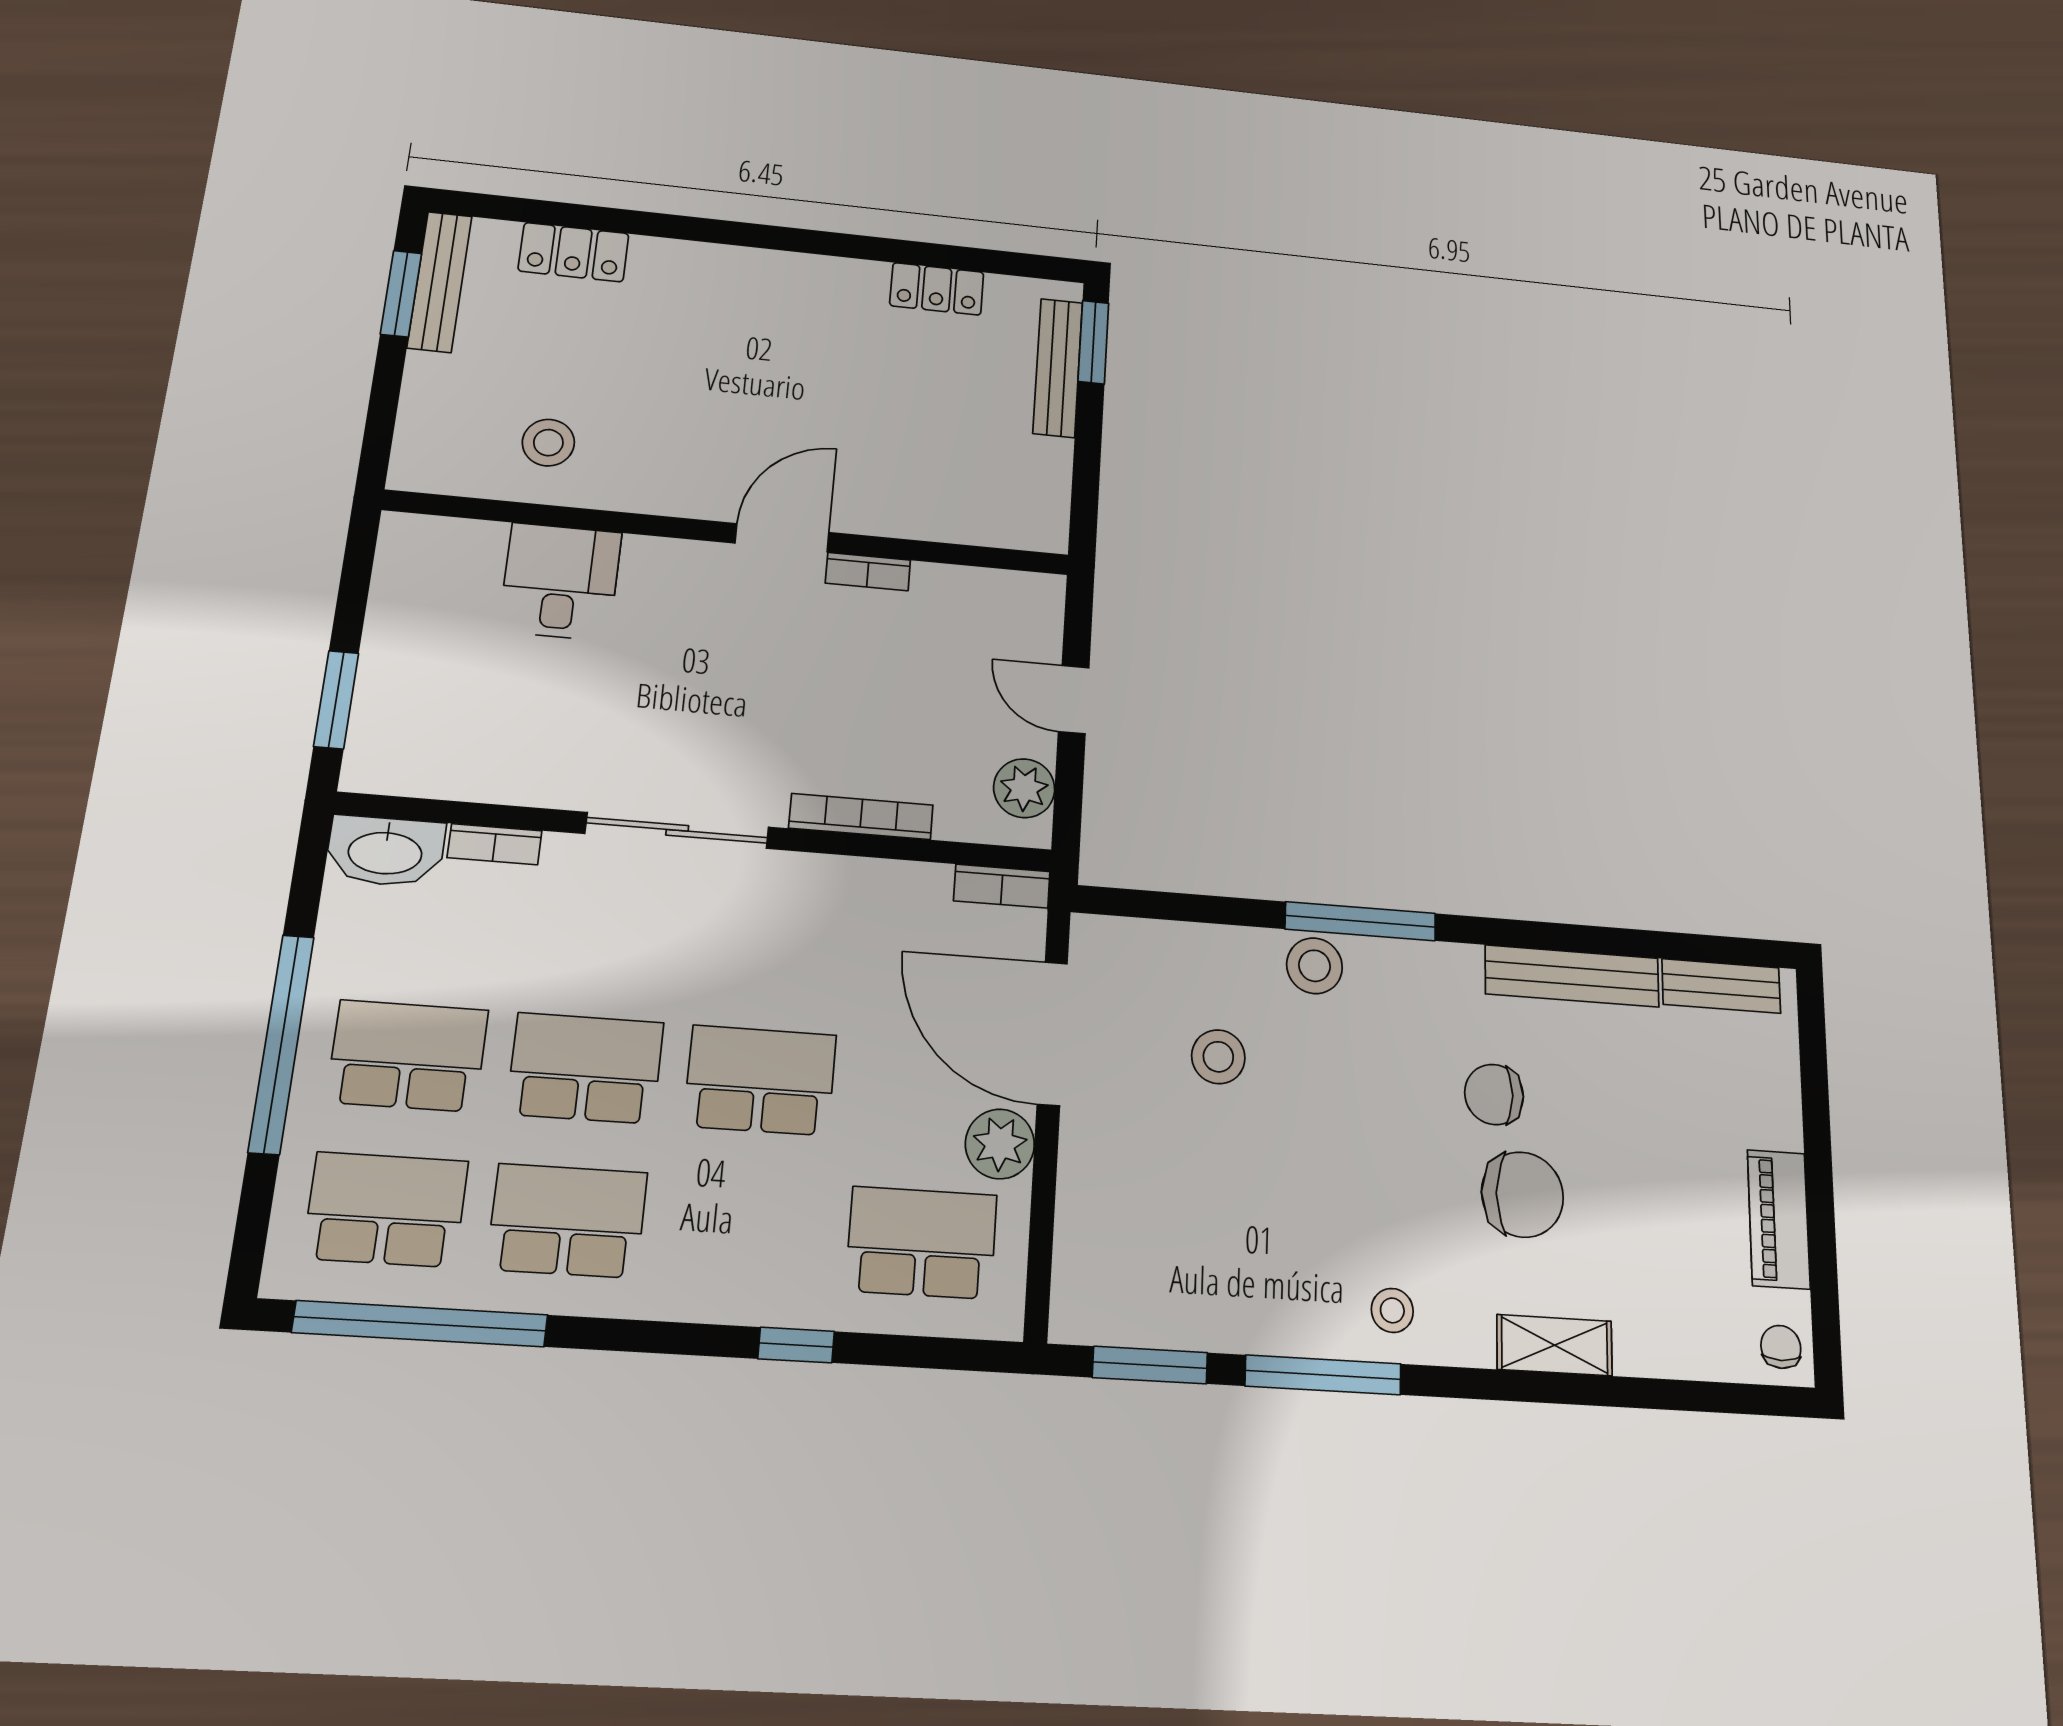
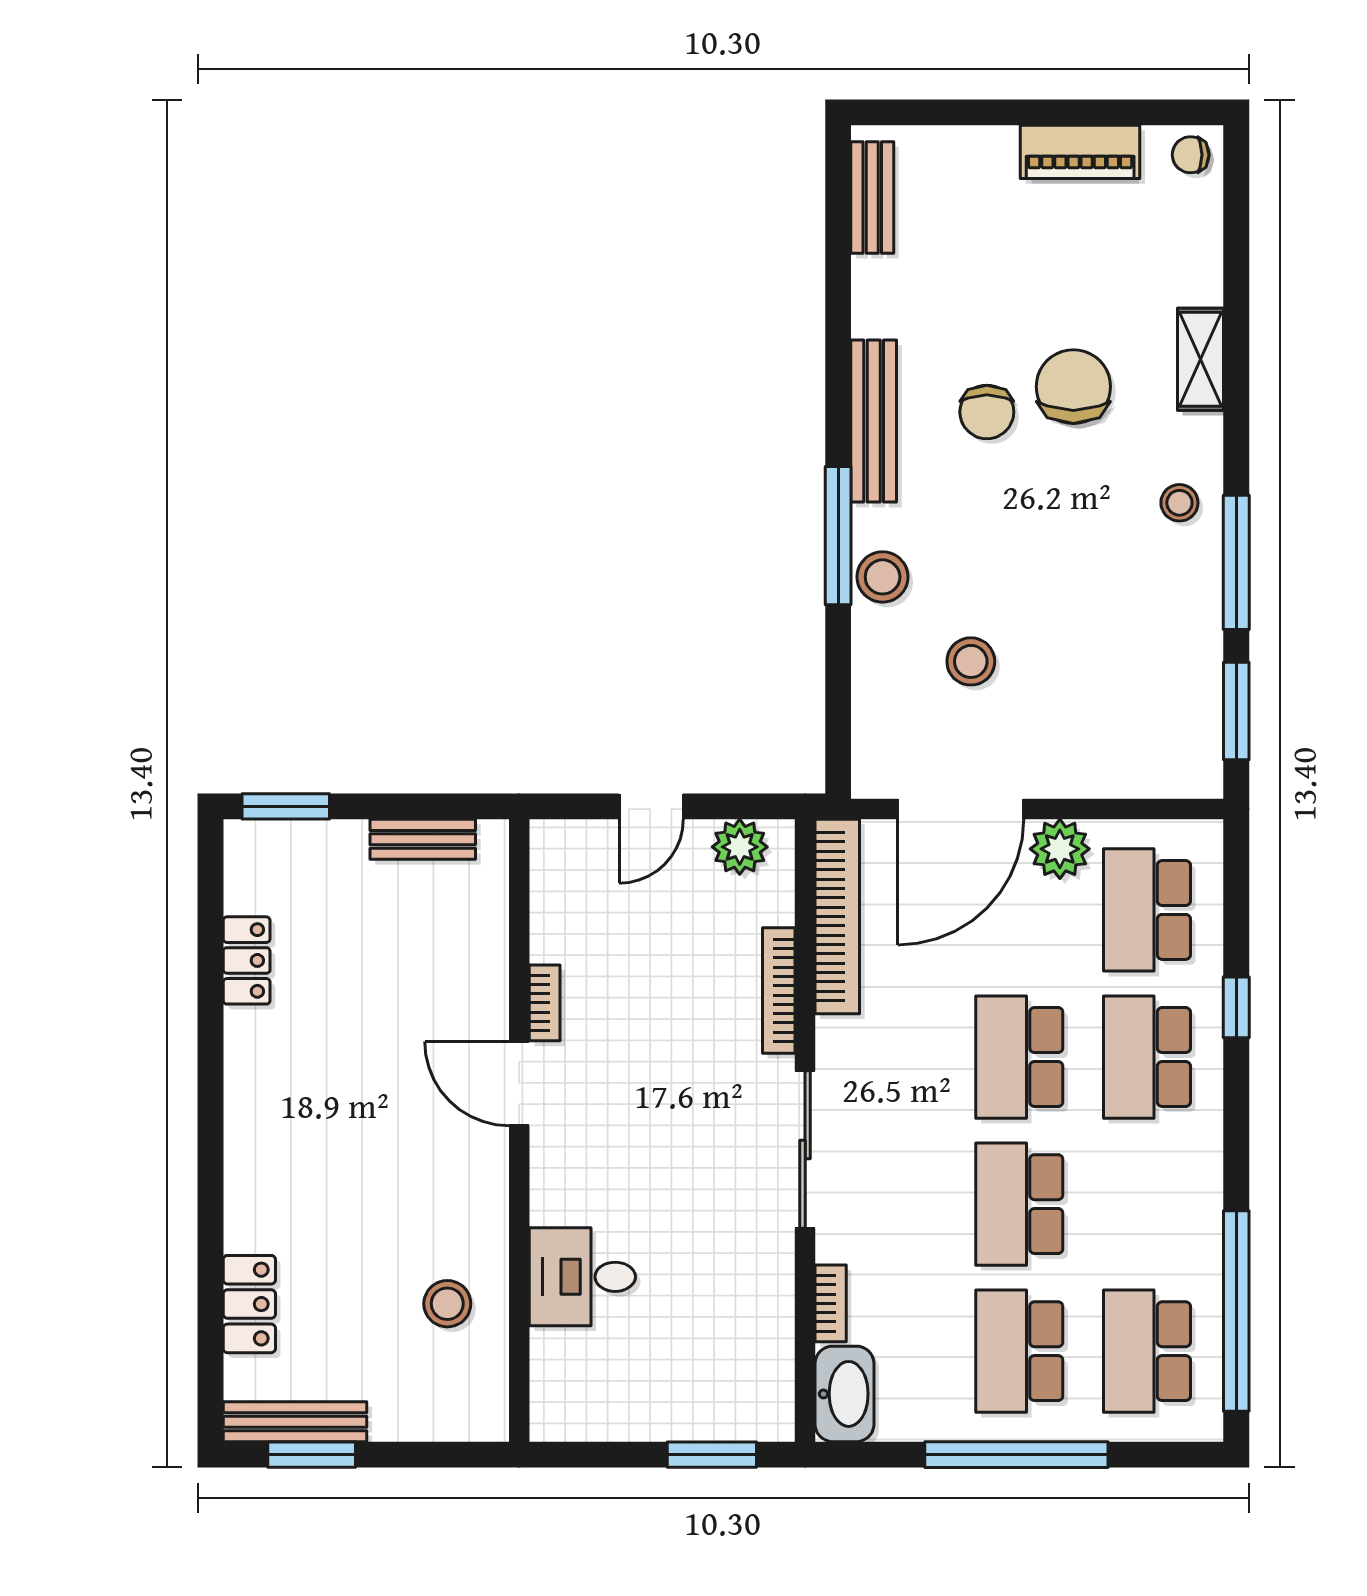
bench: (1058, 368) -> (423, 839), moved, width x0.73
bookcase: (1002, 886) -> (837, 917), width x2.31, depth x1.31
bench: (1572, 976) -> (874, 421), moved
school desk: (567, 1221) -> (1147, 1057), moved

